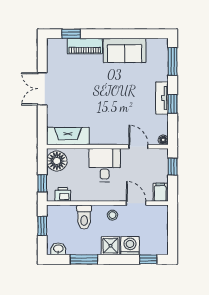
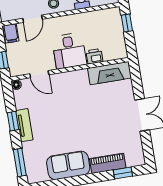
floor lamp: (57, 161) -> (116, 47), removed
printer: (63, 194) -> (94, 56), moved, turned 180
door: (136, 203) -> (33, 19), hinge flipped

